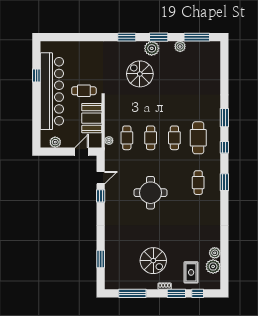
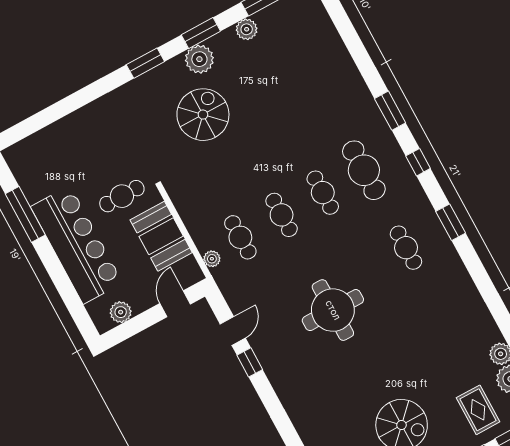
spiral stairs: (140, 74) -> (203, 115), turned 90
window: (36, 75) -> (25, 214), width x2.17
bar counter: (52, 91) -> (77, 245), width x0.73

